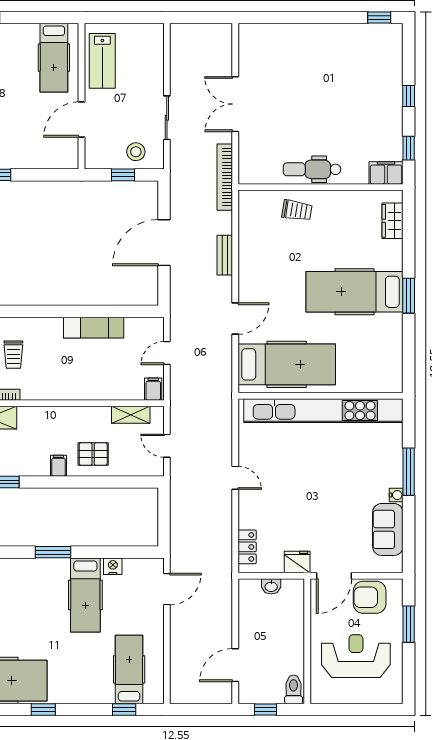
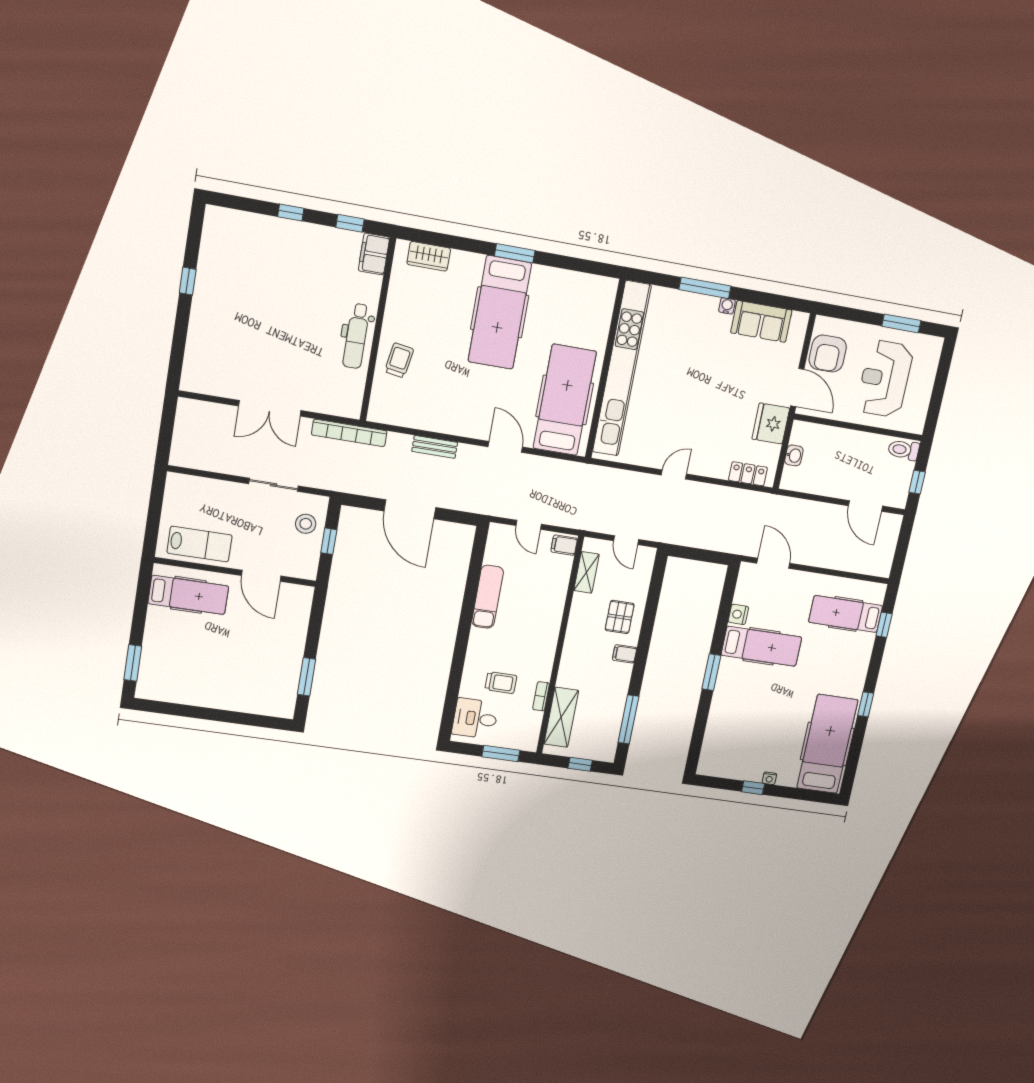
window: (379, 17) -> (188, 281), moved
door: (167, 446) -> (626, 540), hinge flipped
fridge: (297, 562) -> (771, 423), width x1.36, depth x1.34
window: (409, 624) -> (901, 323), moved

